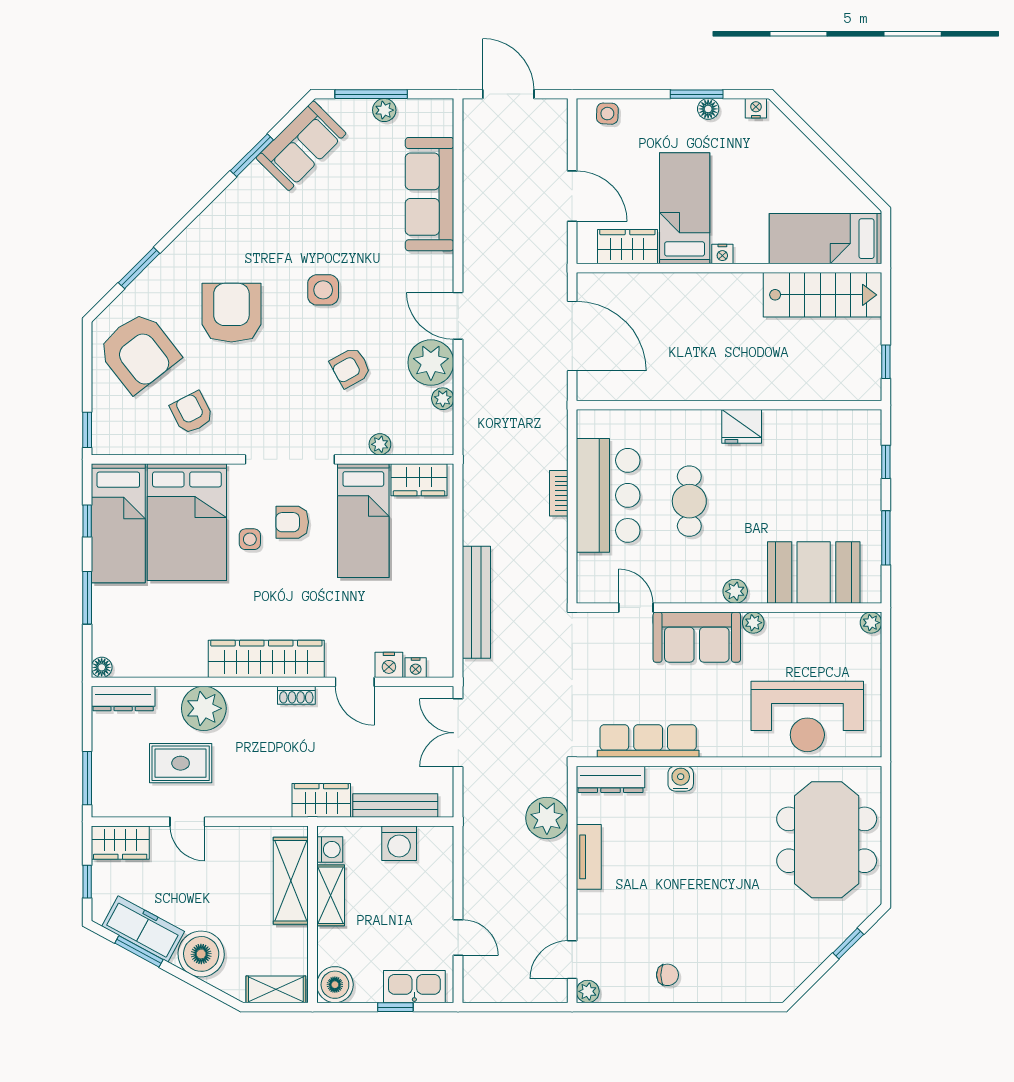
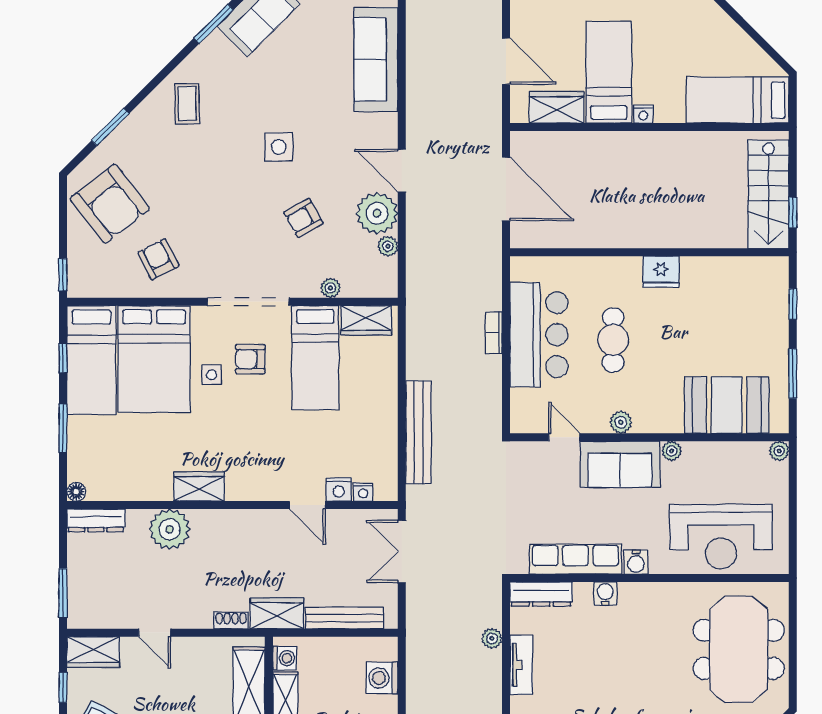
coffee table: (223, 243) -> (187, 104), added
stairs: (822, 295) -> (768, 194), moved, turned 90
armchair: (231, 313) -> (195, 168), removed
plant: (735, 591) -> (621, 422), moved
wardrobe: (266, 659) -> (199, 487), width x0.48, depth x0.85
shoe rack: (296, 695) -> (231, 621), moved, turned 180
water cooler: (714, 744) -> (636, 562), added
rug: (181, 763) -> (148, 579), removed
plant: (547, 818) -> (492, 638), width x0.53, depth x0.53
washing machine: (399, 843) -> (382, 678), moved, turned 90

